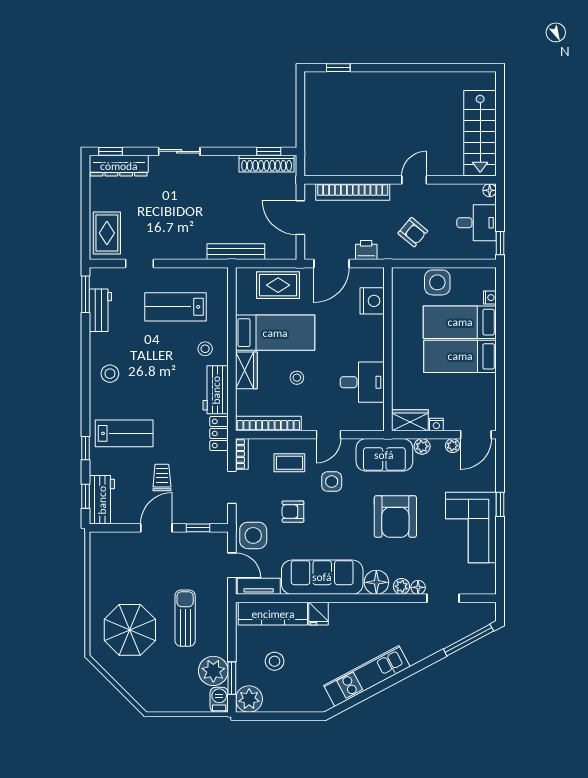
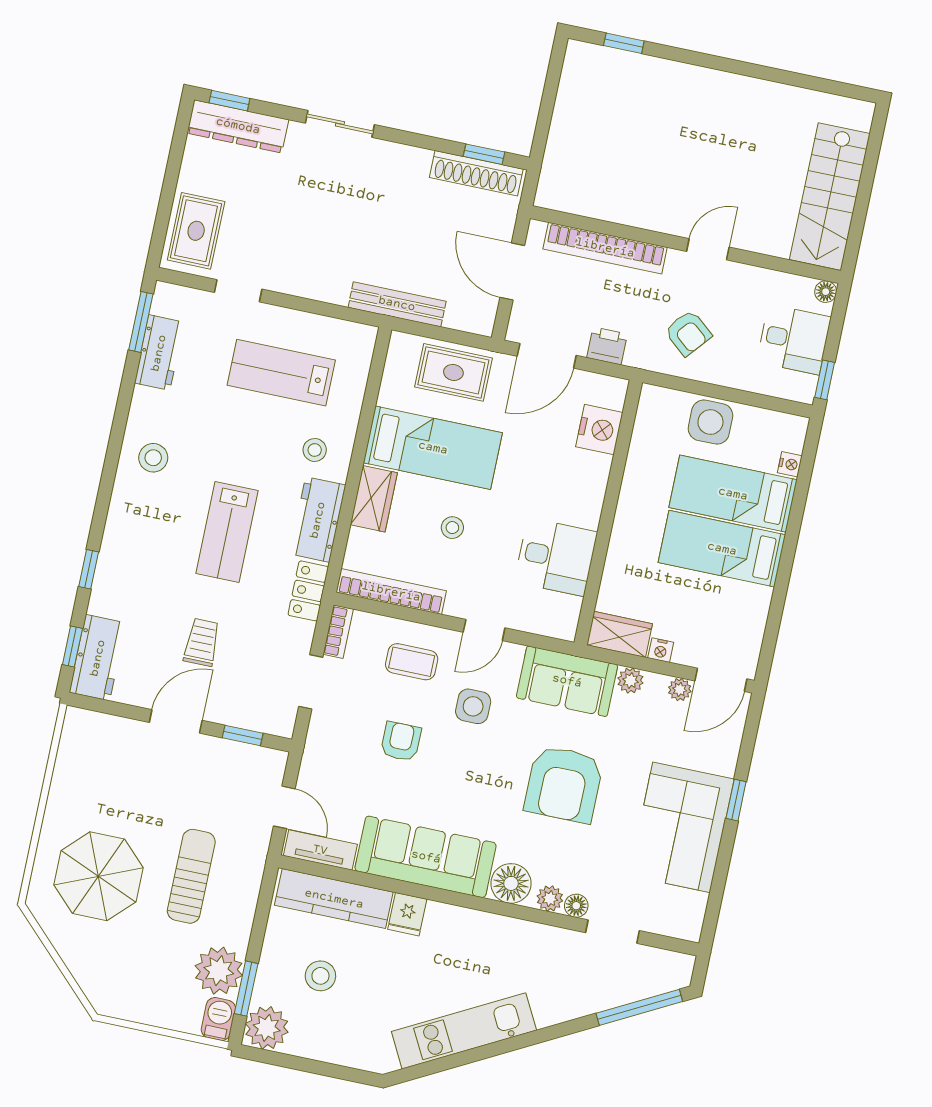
lab bench: (124, 433) -> (227, 532), moved, turned 90
armchair: (293, 512) -> (401, 741), turned 90
side table: (253, 535) -> (329, 766), removed

